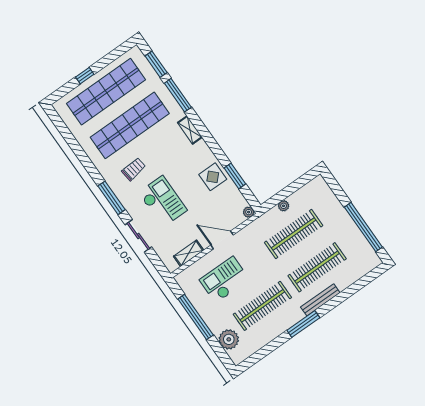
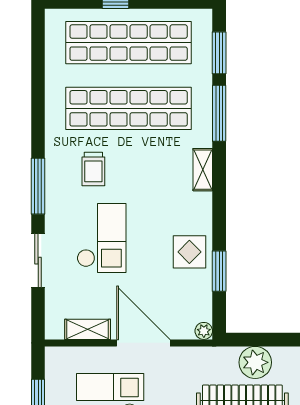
trolley: (134, 169) -> (93, 169), turned 97
plant: (284, 206) -> (255, 362), width x1.88, depth x1.88
door: (222, 240) -> (143, 343), width x1.36

